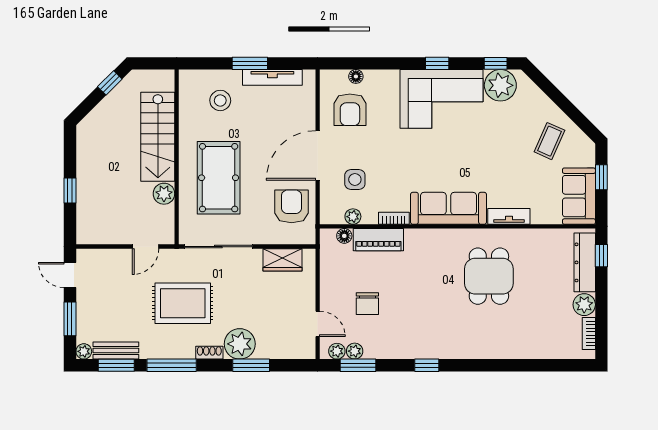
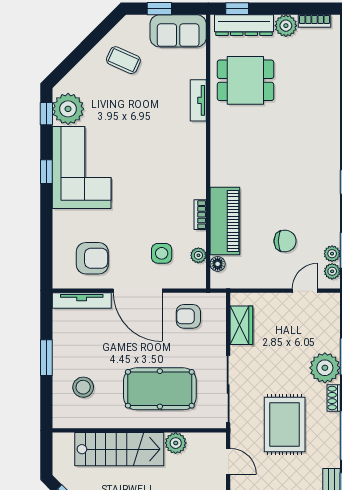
floor lamp: (356, 76) -> (59, 252), removed
tv unit: (272, 77) -> (82, 300), moved, turned 90
armchair: (292, 206) -> (188, 316), width x0.72, depth x0.72
sofa: (448, 208) -> (190, 160), removed
piano: (378, 240) -> (225, 221), width x1.37, depth x1.33
dining table: (489, 276) -> (245, 80), moved

